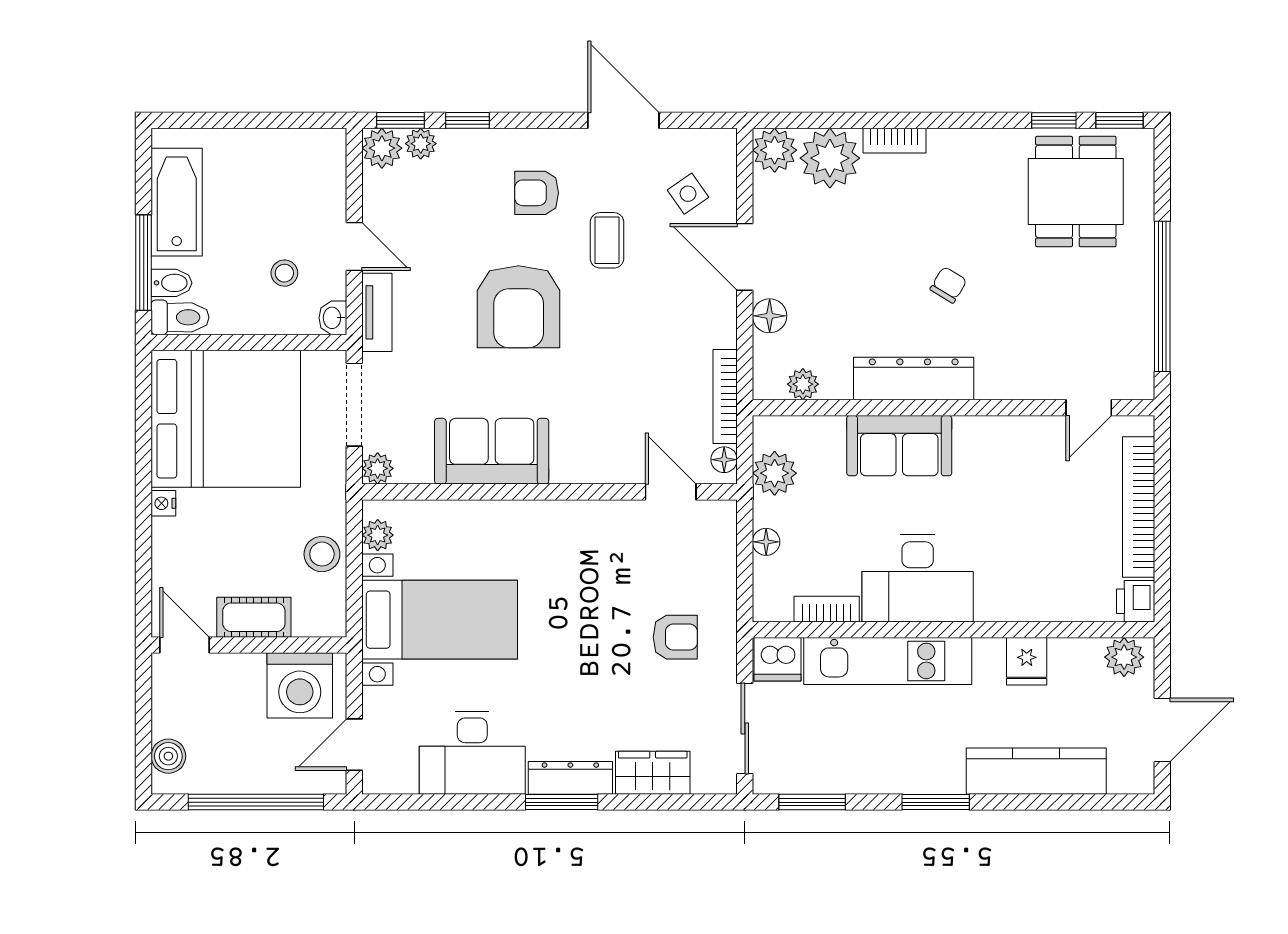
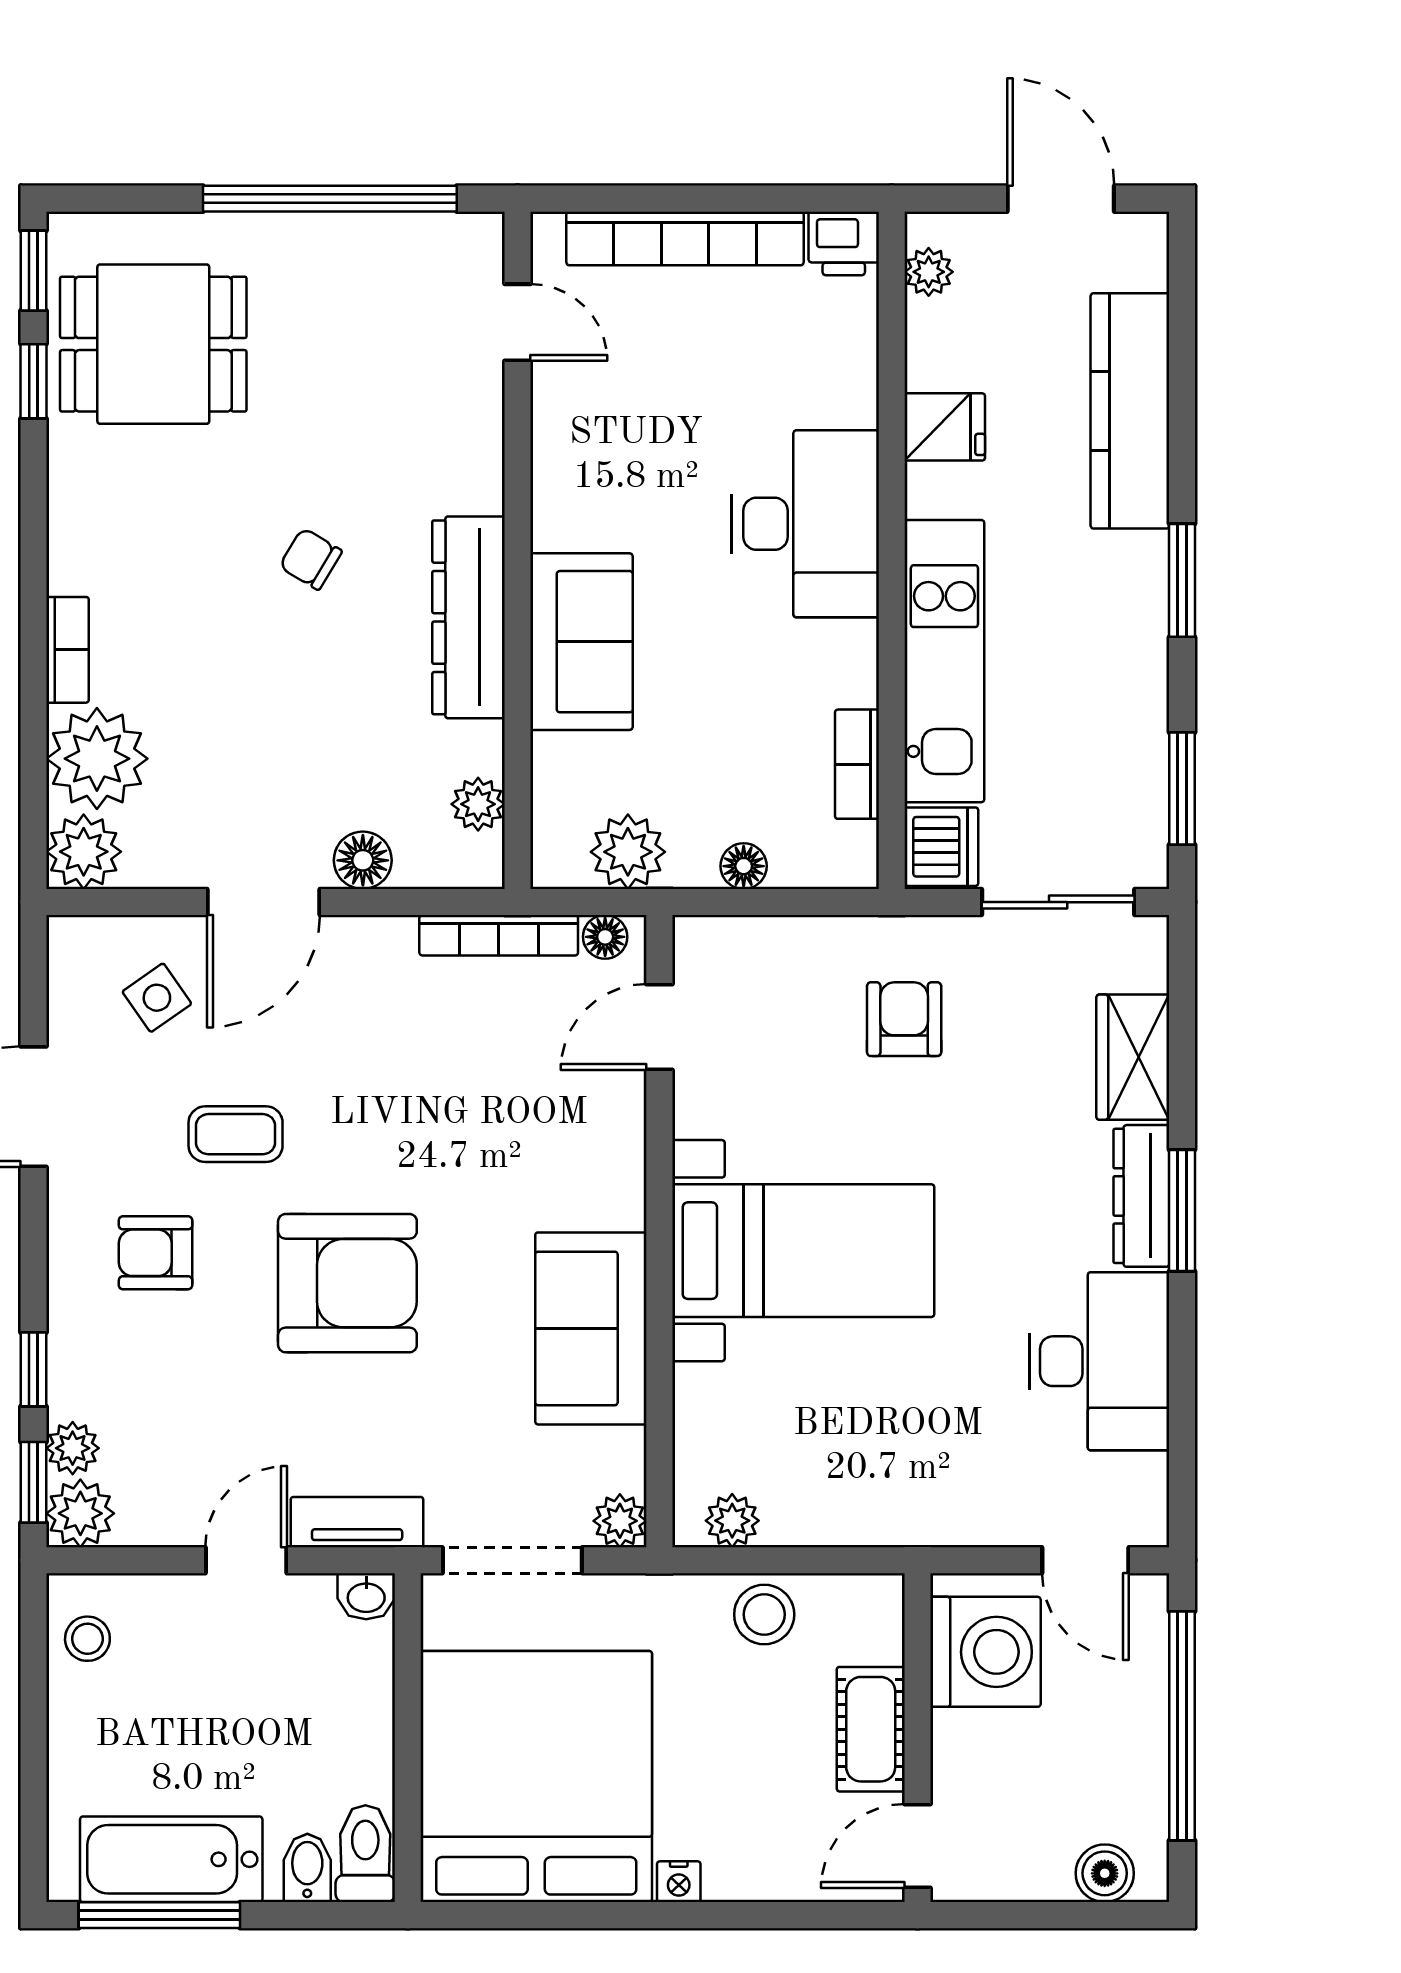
armchair: (537, 193) -> (156, 1253), turned 90
window: (144, 263) -> (159, 1915), moved
stool: (284, 273) -> (87, 1639), moved
desk: (918, 578) -> (805, 524), moved
bed with nightstands: (440, 620) -> (803, 1251), moved, turned 90
plant: (1124, 657) -> (929, 272), width x0.73, depth x0.73

